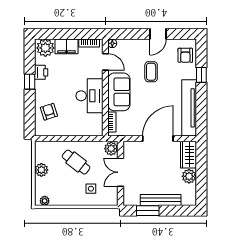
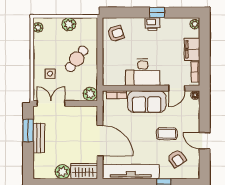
plant: (45, 48) -> (195, 24), width x0.53, depth x0.53
armchair: (185, 55) -> (177, 159), moved, turned -123
printer: (41, 72) -> (152, 24), moved
armchair: (49, 112) -> (116, 34), moved
double door: (121, 172) -> (51, 103), moved
bench: (161, 200) -> (39, 138), width x0.73

